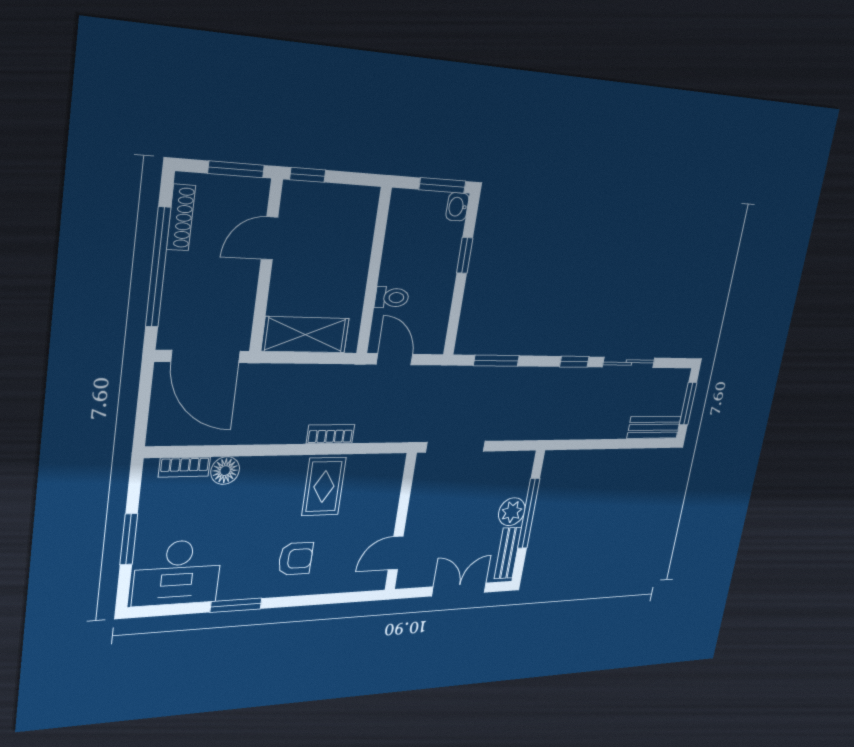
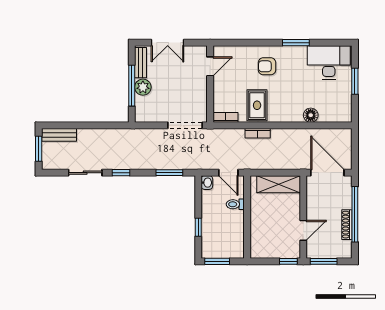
washbasin: (457, 207) -> (207, 183), moved
shoe rack: (181, 218) -> (347, 225), moved
bookcase: (184, 467) -> (225, 117), moved

